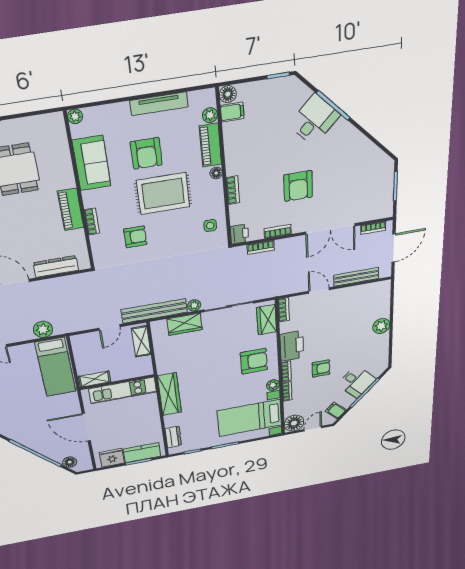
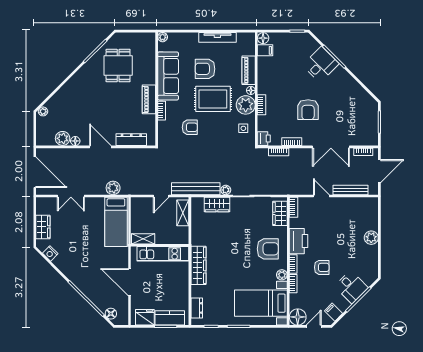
plant: (210, 115) -> (246, 105), moved, width x1.87, depth x1.87
armchair: (146, 153) -> (205, 69), turned 90
sofa: (92, 163) -> (168, 76), width x1.36

